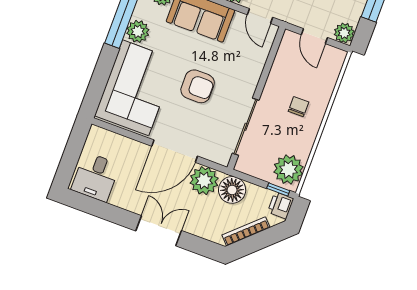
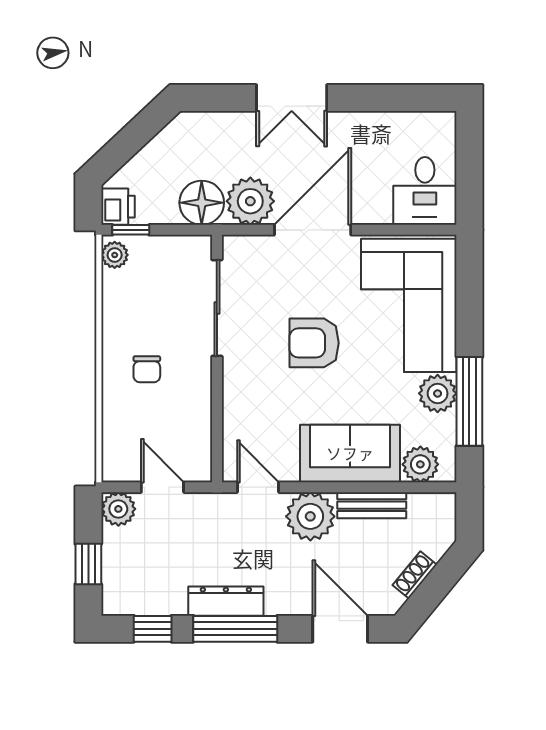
plant: (289, 169) -> (115, 255), width x0.53, depth x0.53
desk: (96, 177) -> (425, 191), moved, turned 180
bookcase: (246, 231) -> (157, 147), removed

